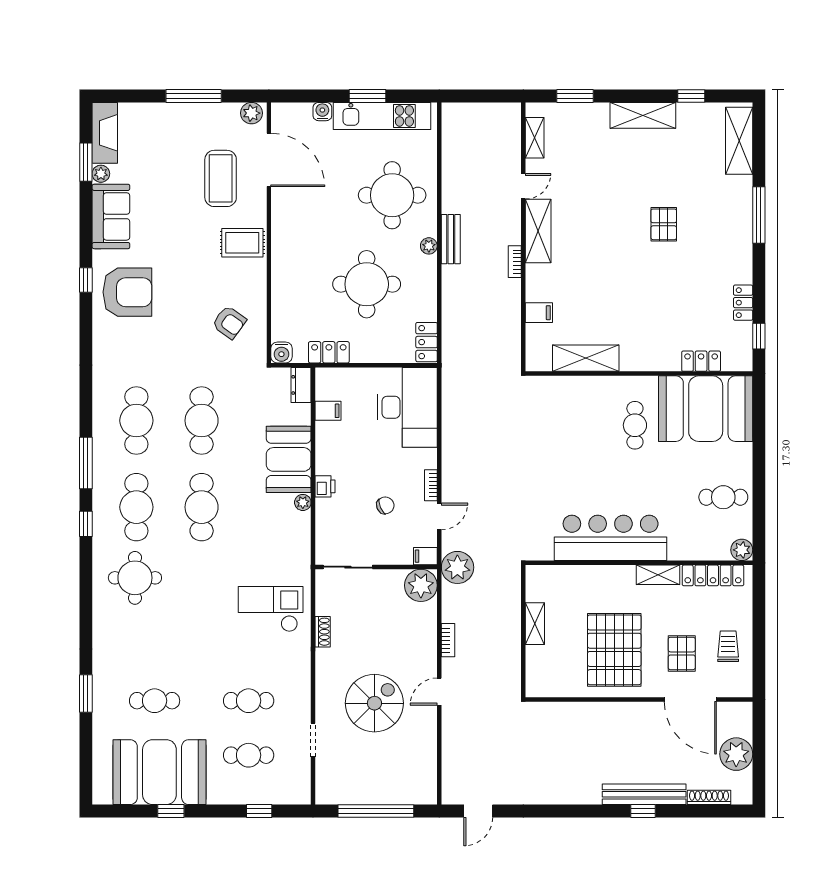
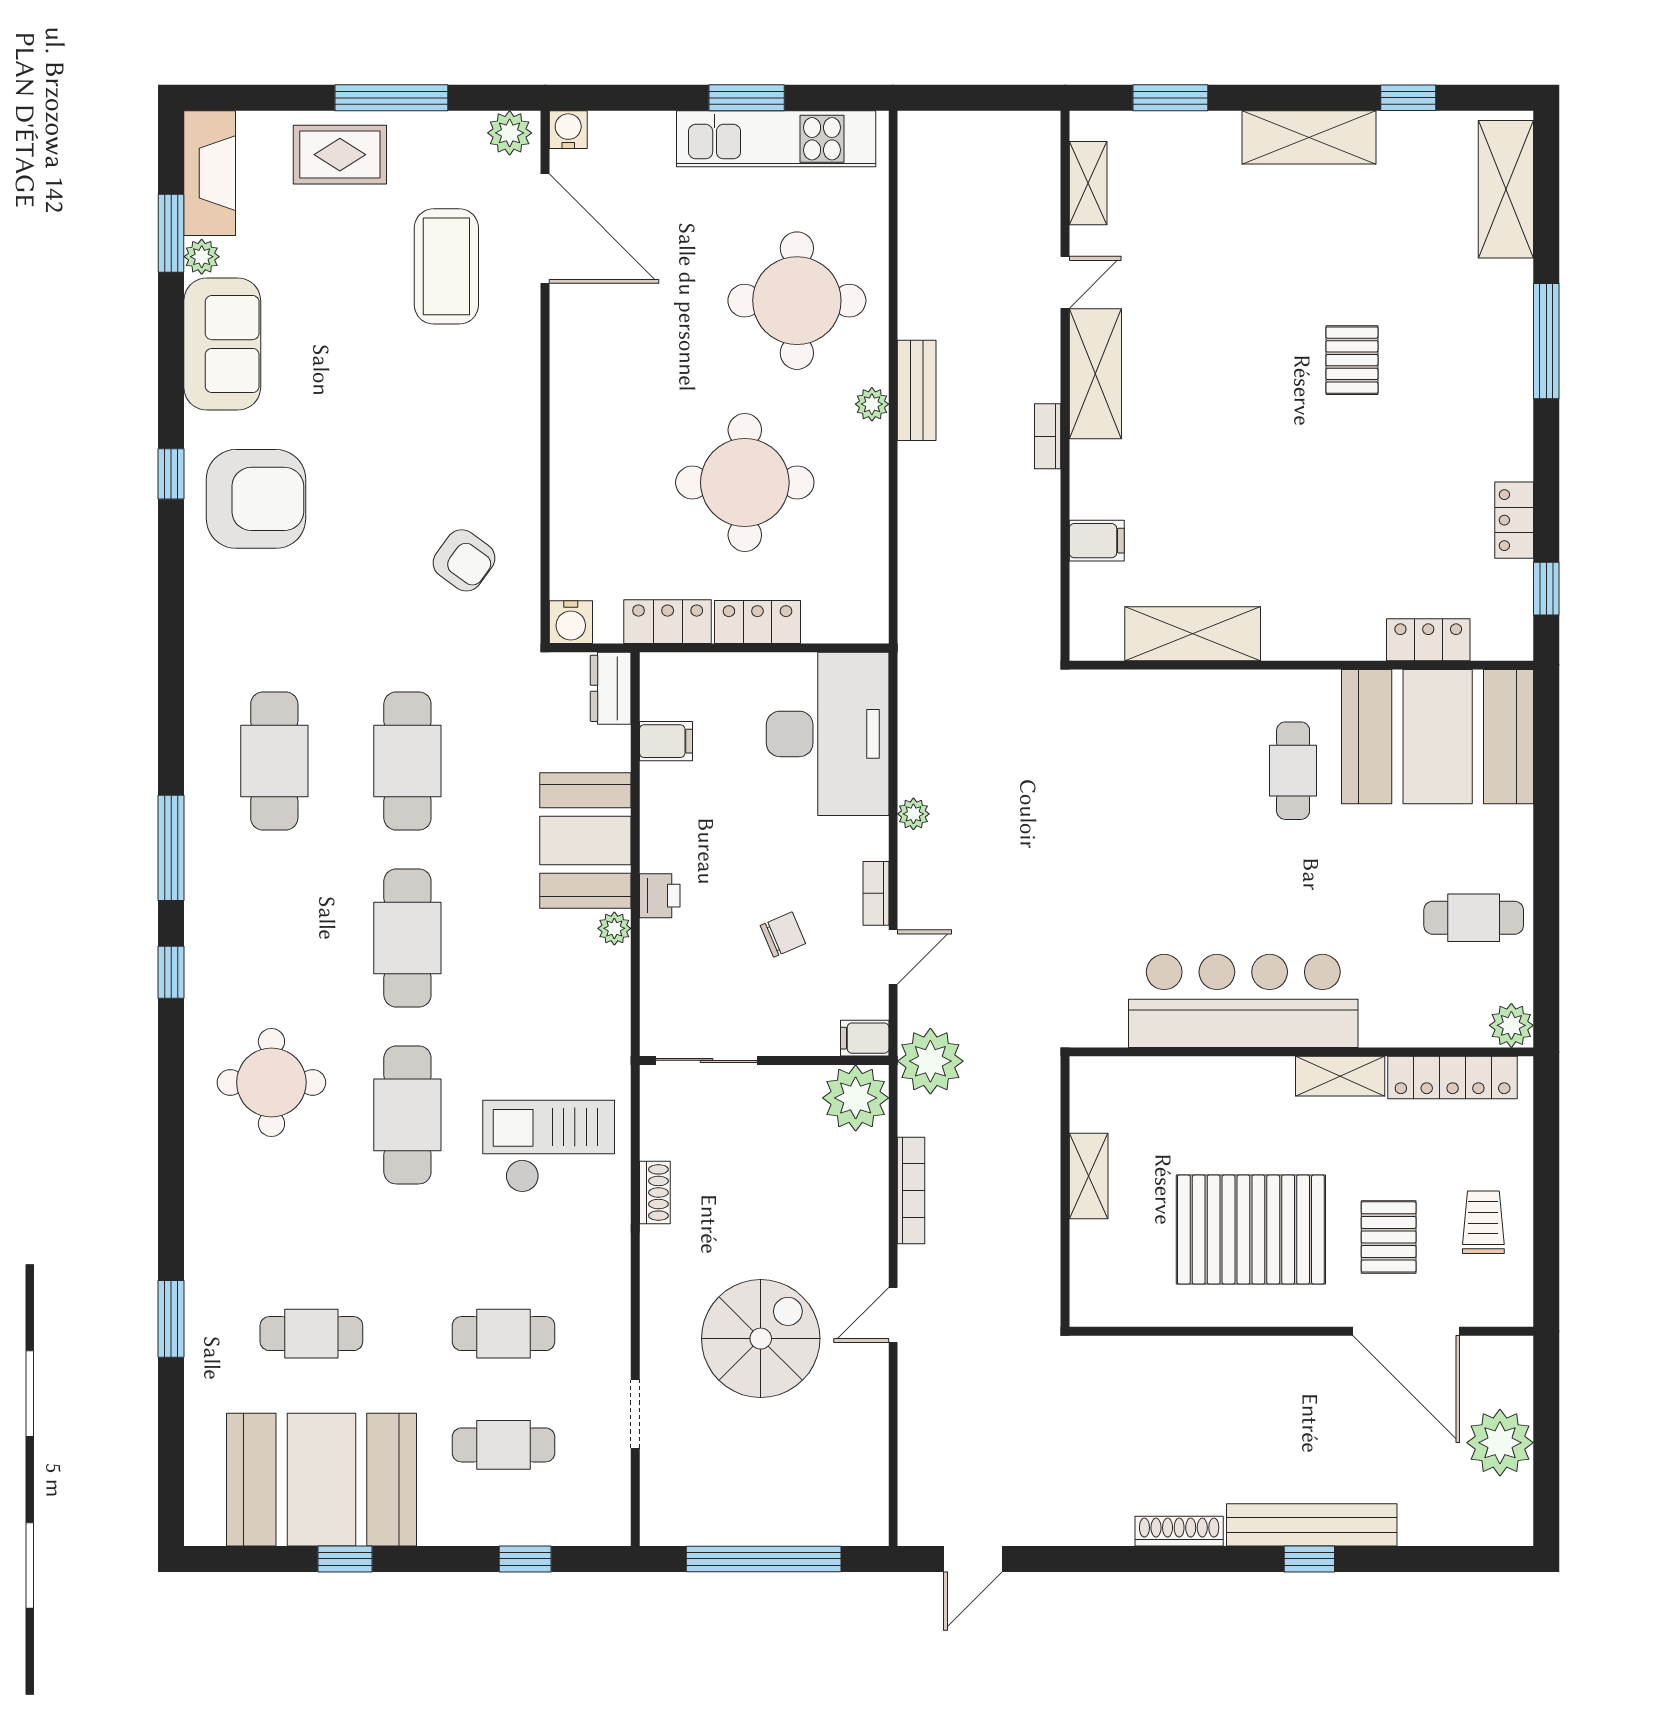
water cooler: (322, 112) -> (568, 130), moved
rug: (242, 243) -> (340, 155), moved
locker: (427, 342) -> (757, 622), moved, turned 90
plant: (449, 446) -> (913, 814), added
cafe table: (136, 507) -> (407, 1115), moved
bookcase: (448, 640) -> (911, 1191), width x1.56
pallet: (614, 650) -> (1251, 1230), turned 90
shoe rack: (709, 797) -> (1179, 1531), moved

